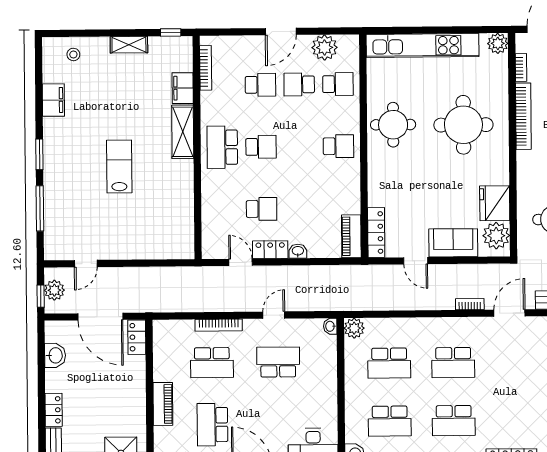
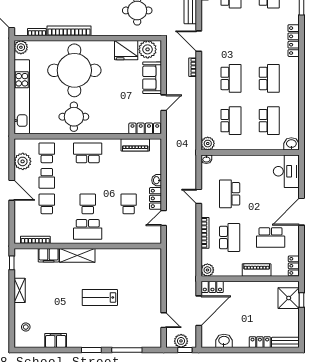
round table: (463, 125) -> (74, 70), width x1.36, depth x1.36
school desk: (338, 146) -> (88, 153), width x1.85
piano: (351, 236) -> (135, 145), moved
plant: (162, 329) -> (207, 270), added

